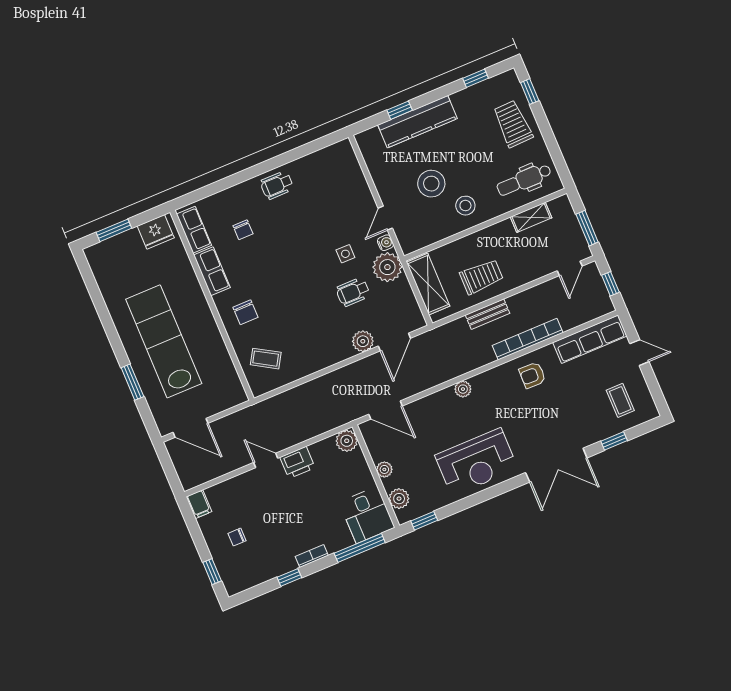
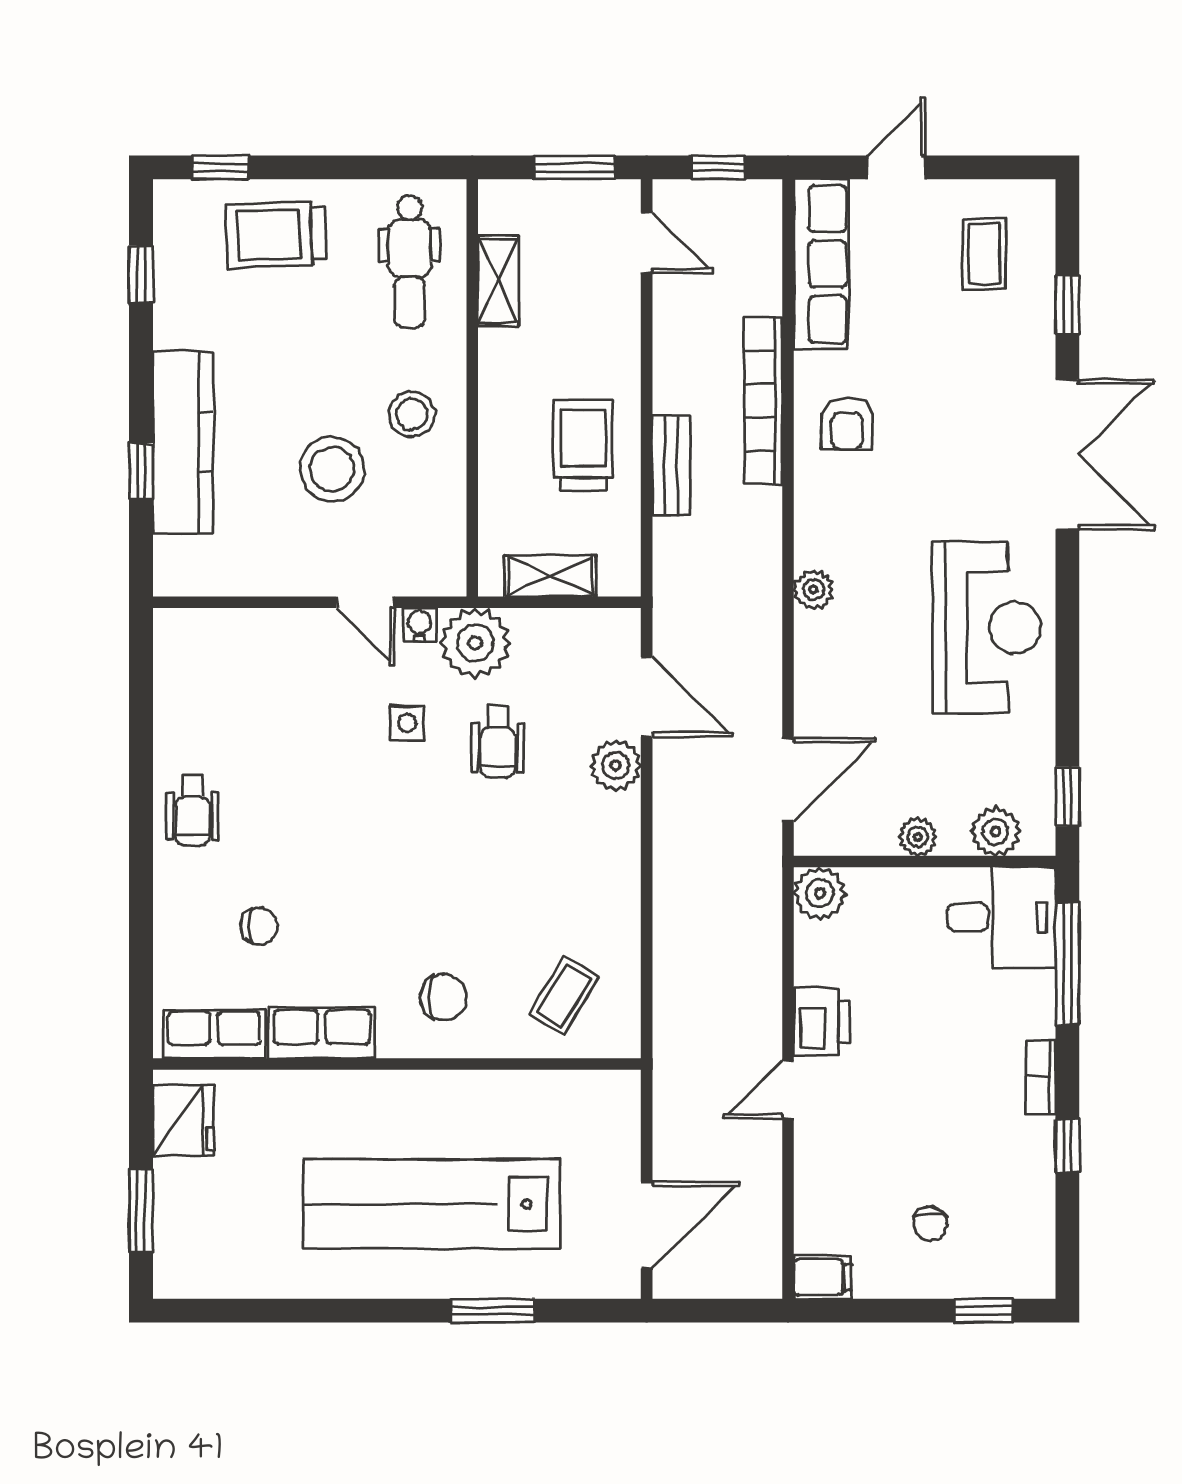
shelving: (428, 284) -> (550, 576), width x0.67, depth x0.75
coffee table: (620, 400) -> (984, 254), turned 90

